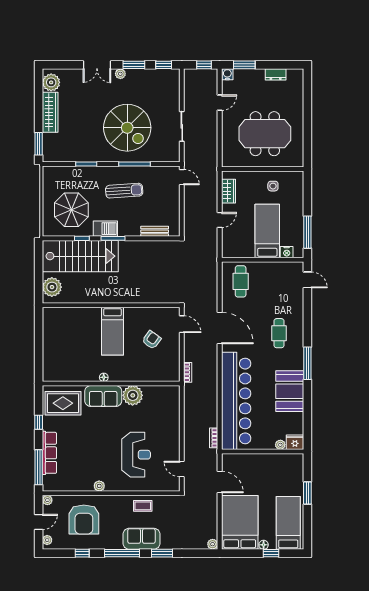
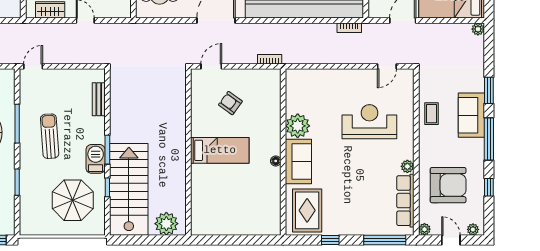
row of seats: (49, 453) -> (405, 201), moved, turned -90

